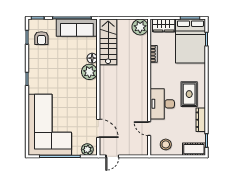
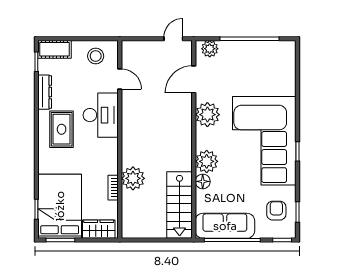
plant: (140, 27) -> (133, 178), moved
plant: (89, 104) -> (207, 115), added
corner sofa: (50, 125) -> (264, 141), moved
door: (98, 128) -> (194, 79), hinge flipped

